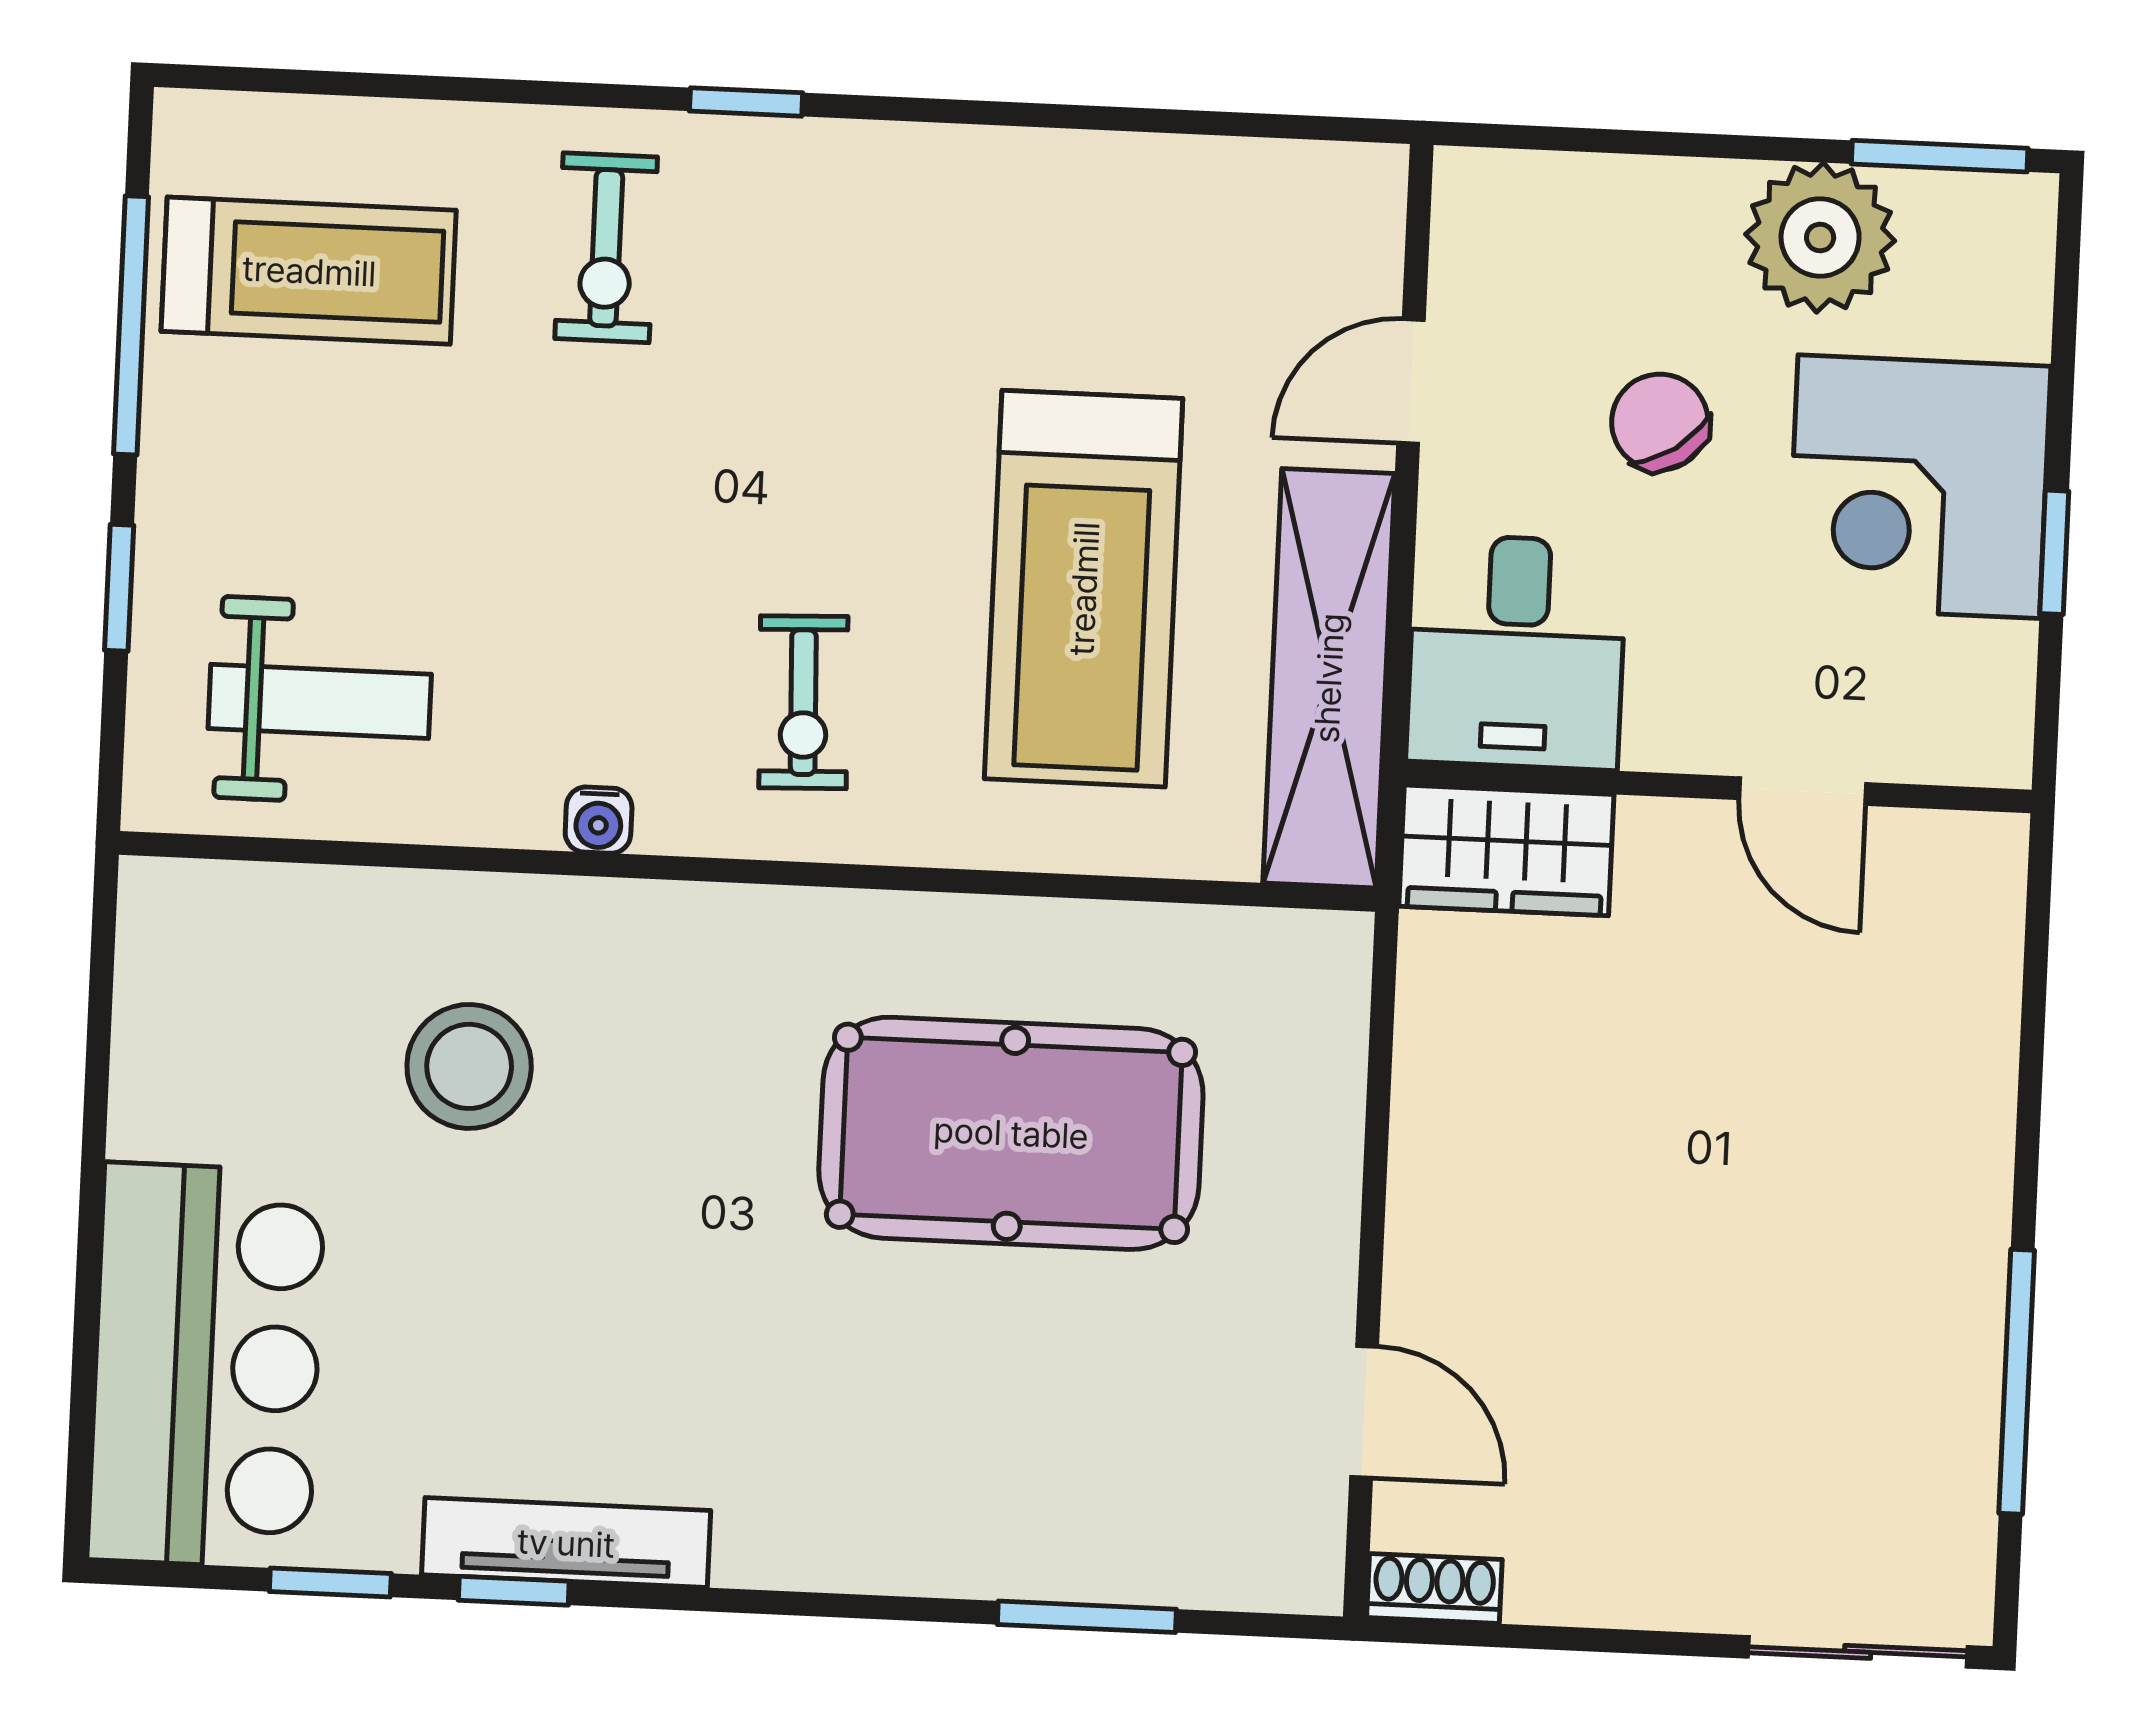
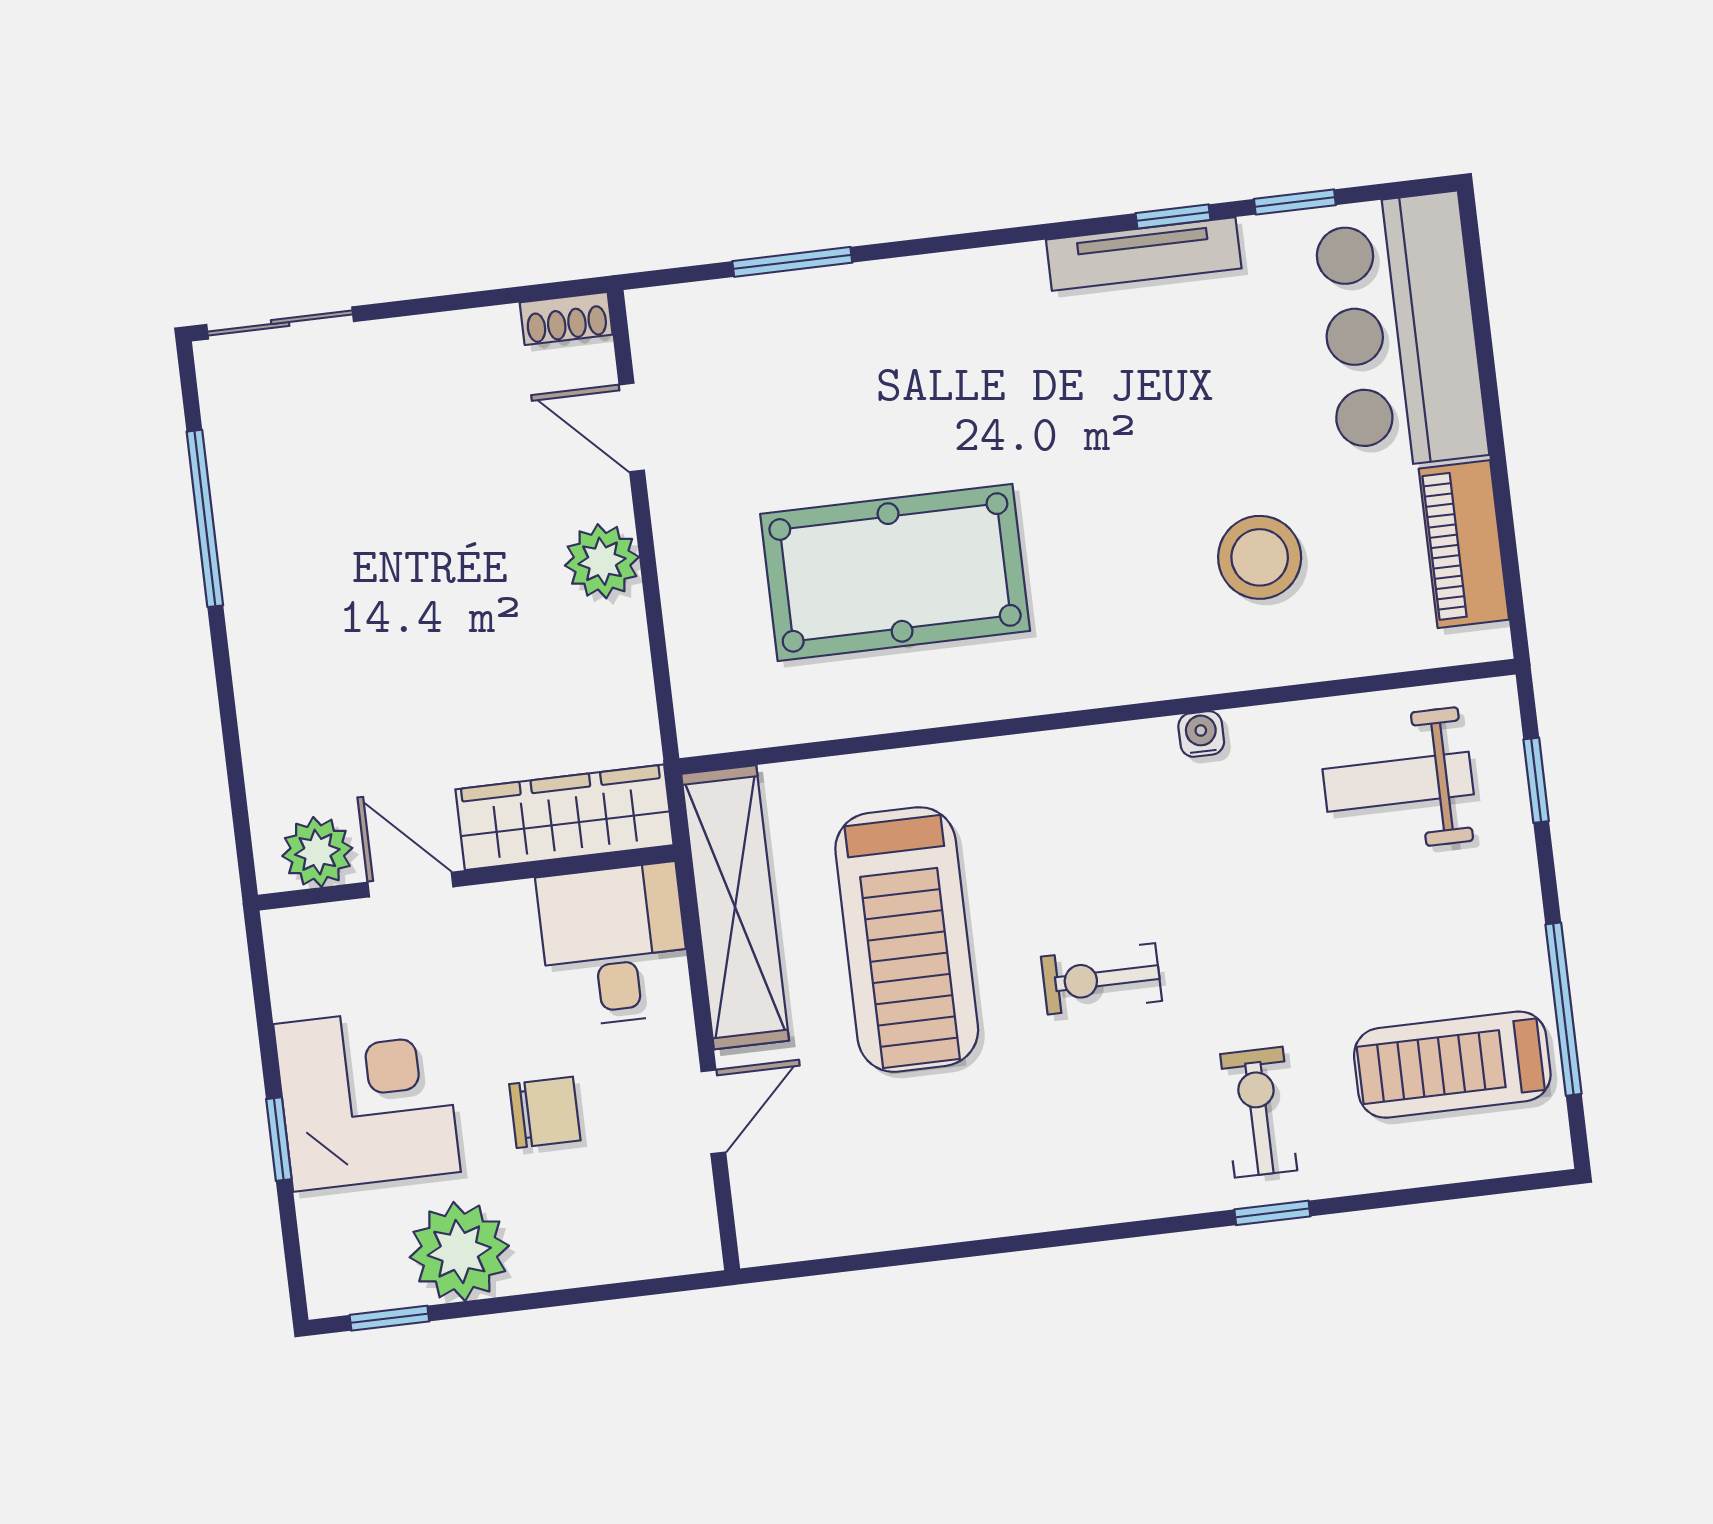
window: (746, 102) -> (1272, 1213), moved
window: (1940, 156) -> (389, 1318), width x0.67
chair: (1660, 422) -> (545, 1112), turned -56
window: (2054, 552) -> (279, 1139), moved
window: (119, 588) -> (1536, 780), moved
treadmill: (1084, 589) -> (907, 940), turned 180
exercise bike: (803, 702) -> (1101, 979), moved, turned -88
wardrobe: (1506, 850) -> (564, 817), width x1.50
plant: (1932, 862) -> (317, 852), added
piano: (164, 1036) -> (1464, 544), added
plant: (1441, 1221) -> (602, 561), added

